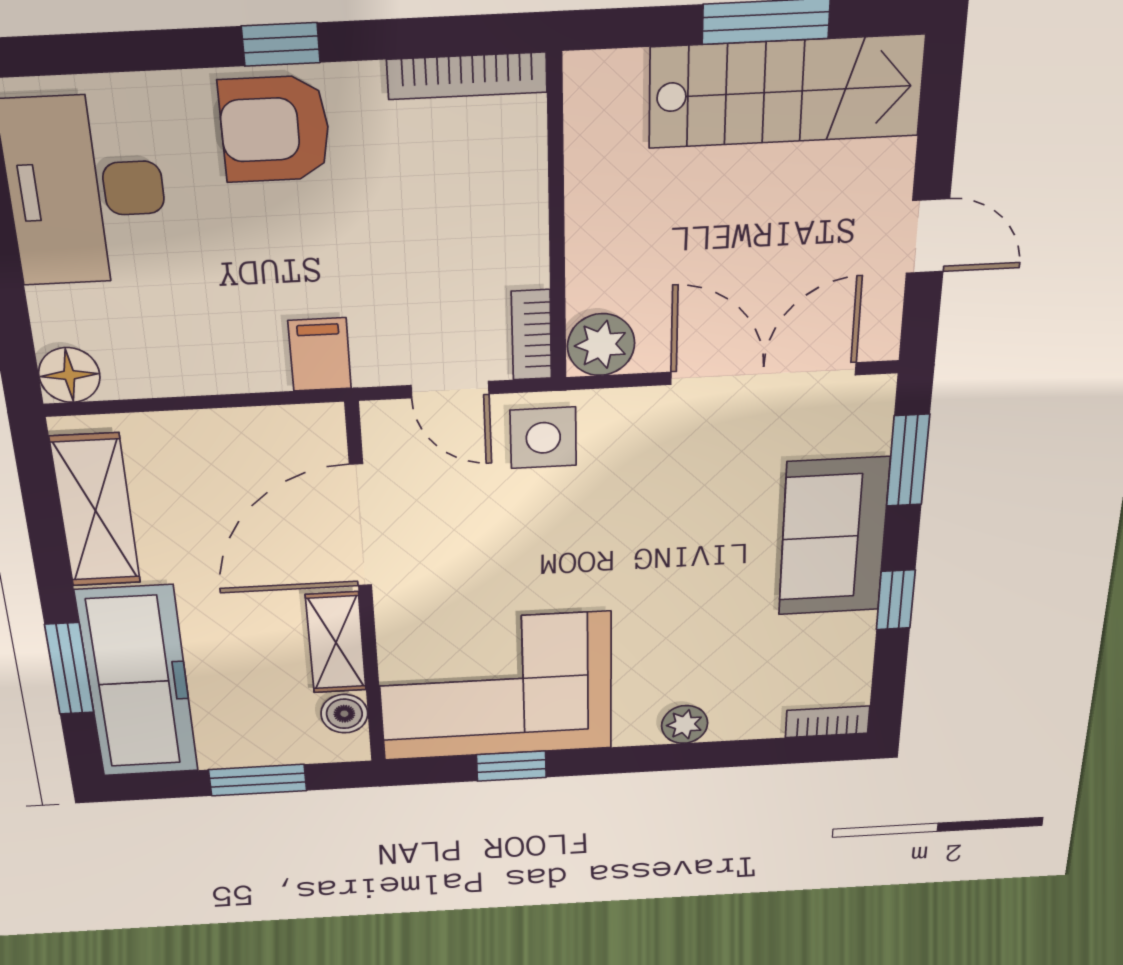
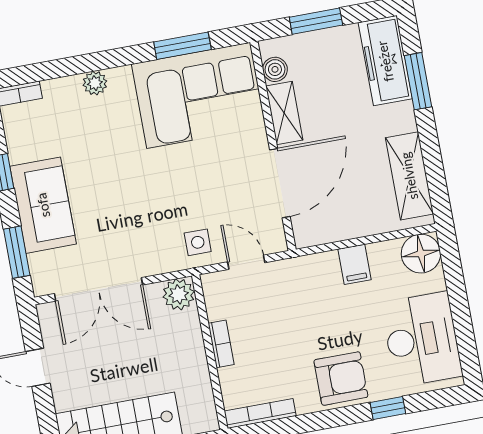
window: (281, 44) -> (388, 408), moved
bookcase: (531, 335) -> (221, 344), moved
filing cabinet: (320, 355) -> (354, 264), moved
floor lamp: (69, 375) -> (421, 254), width x1.38, depth x1.38
side table: (543, 438) -> (198, 242), width x0.73, depth x0.73
freezer: (138, 682) -> (385, 61), width x0.73, depth x0.79
window: (511, 766) -> (182, 46), width x1.50

